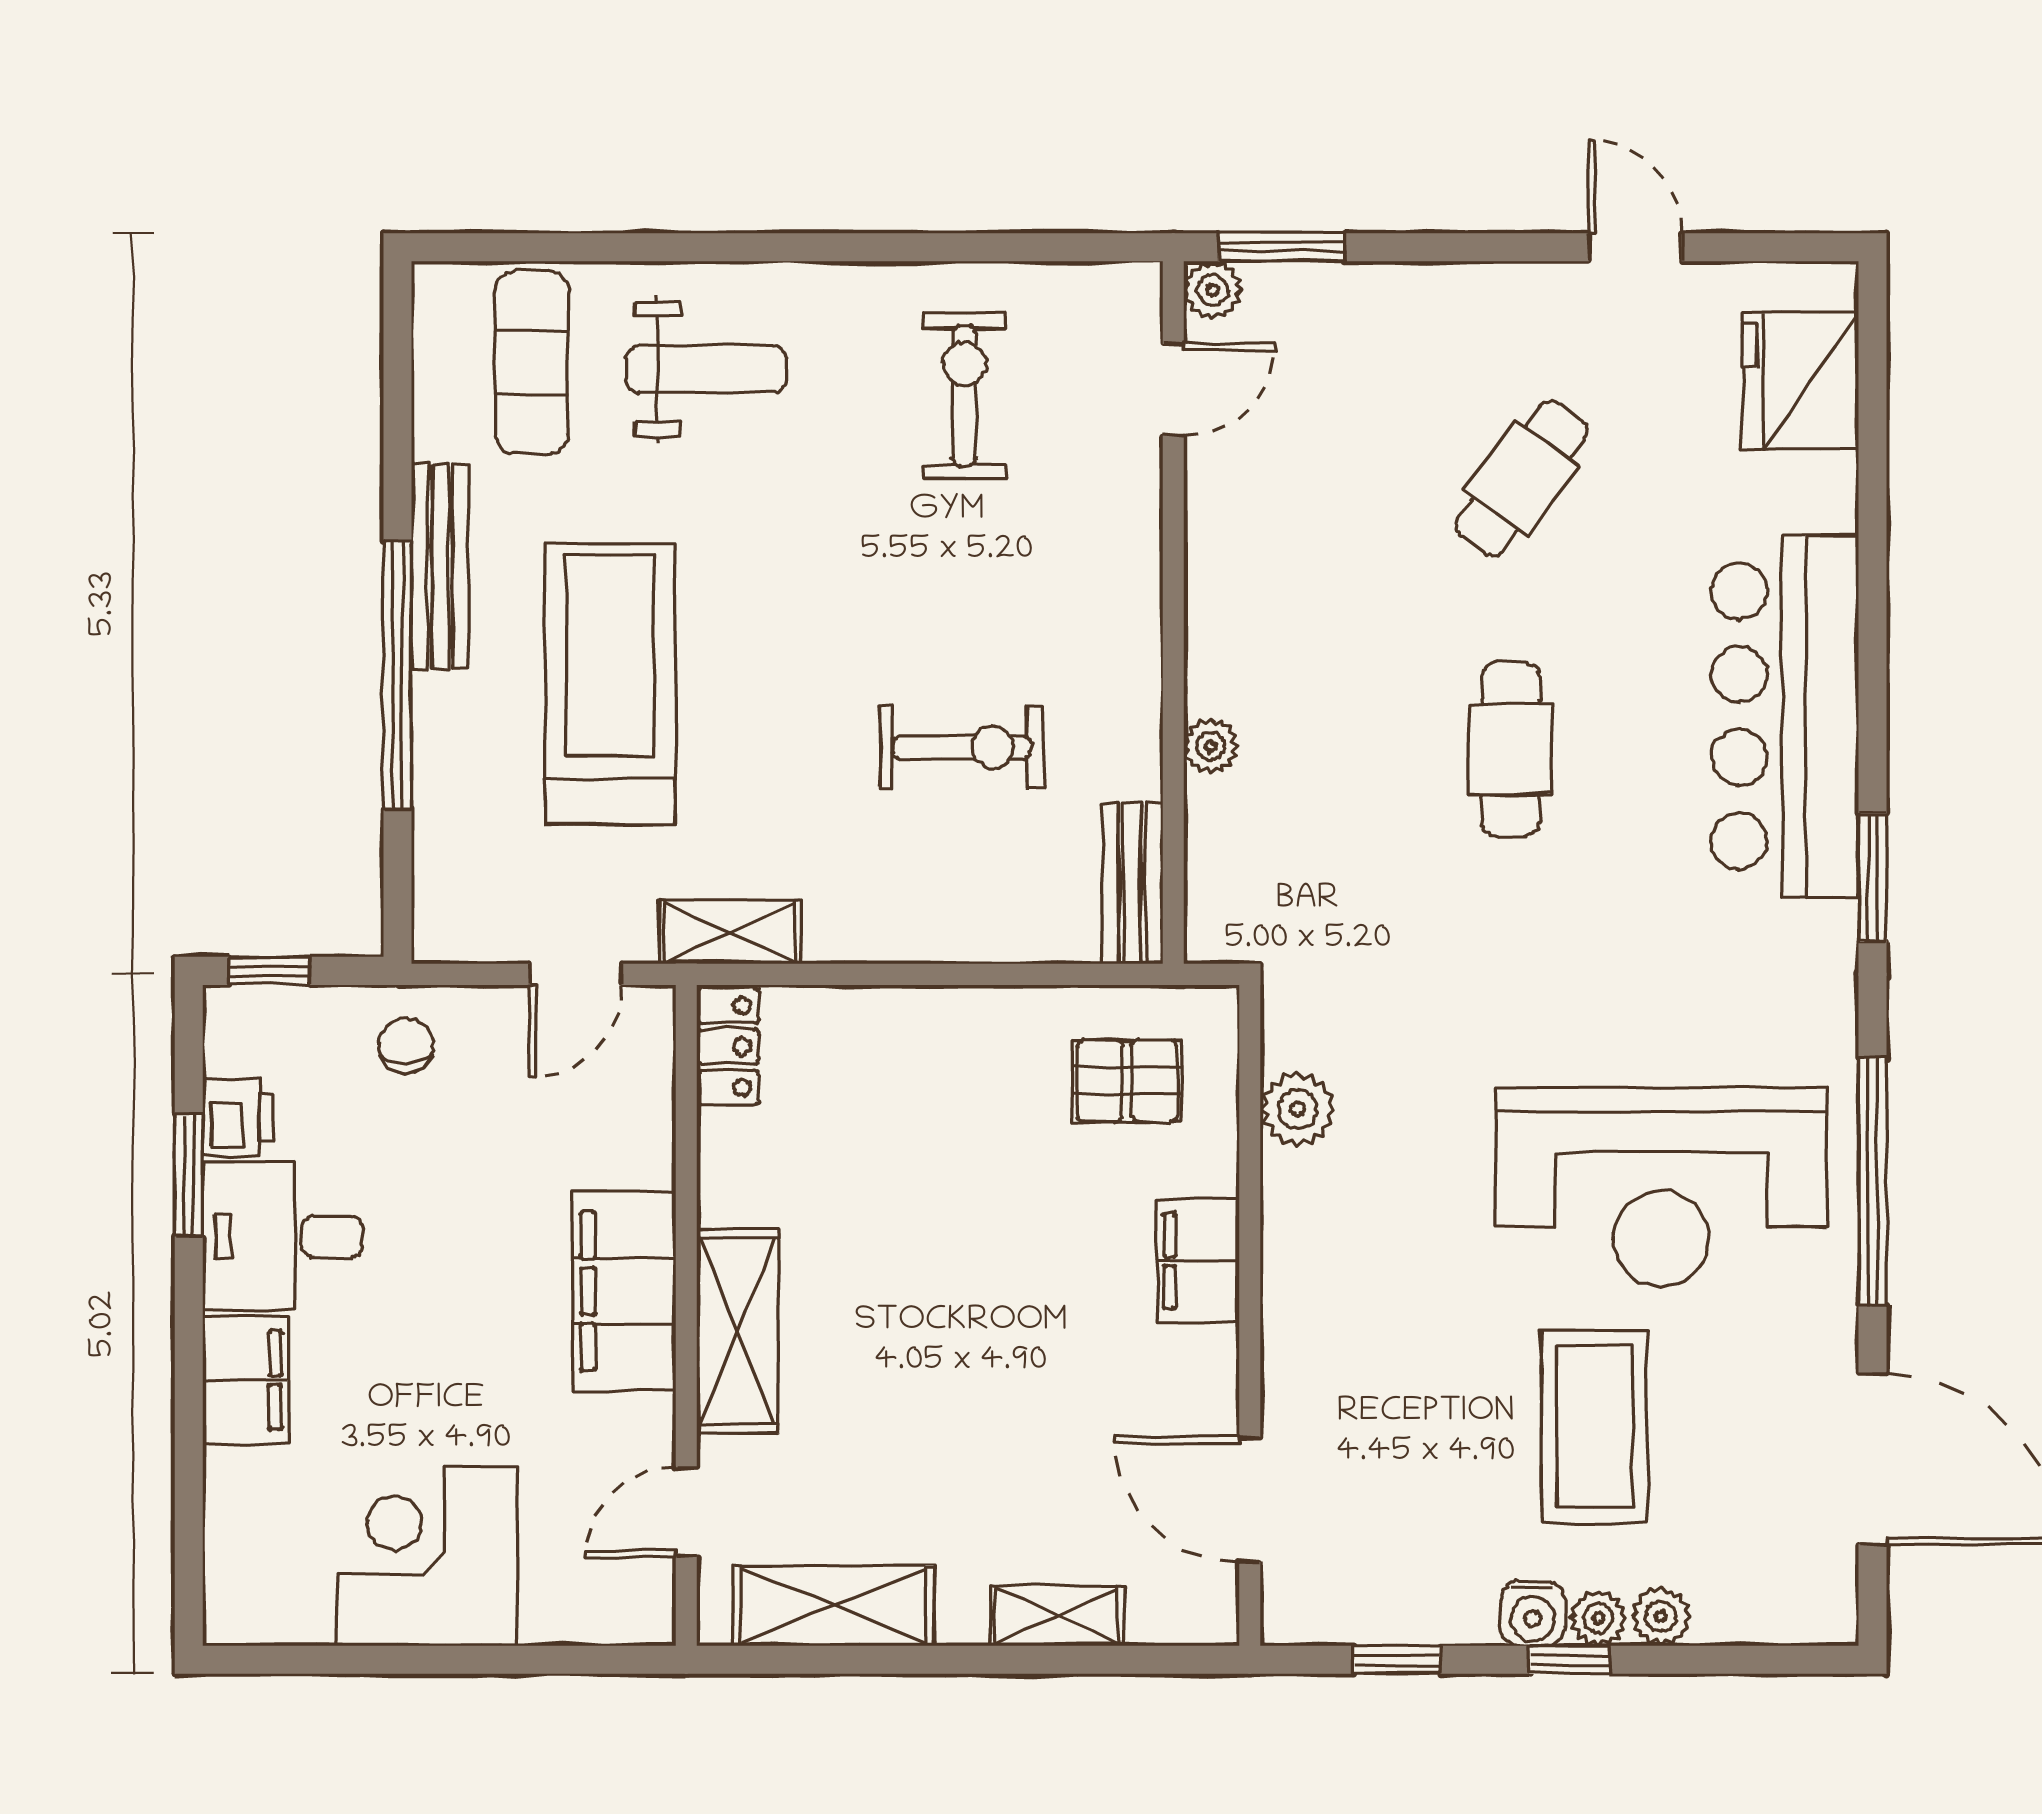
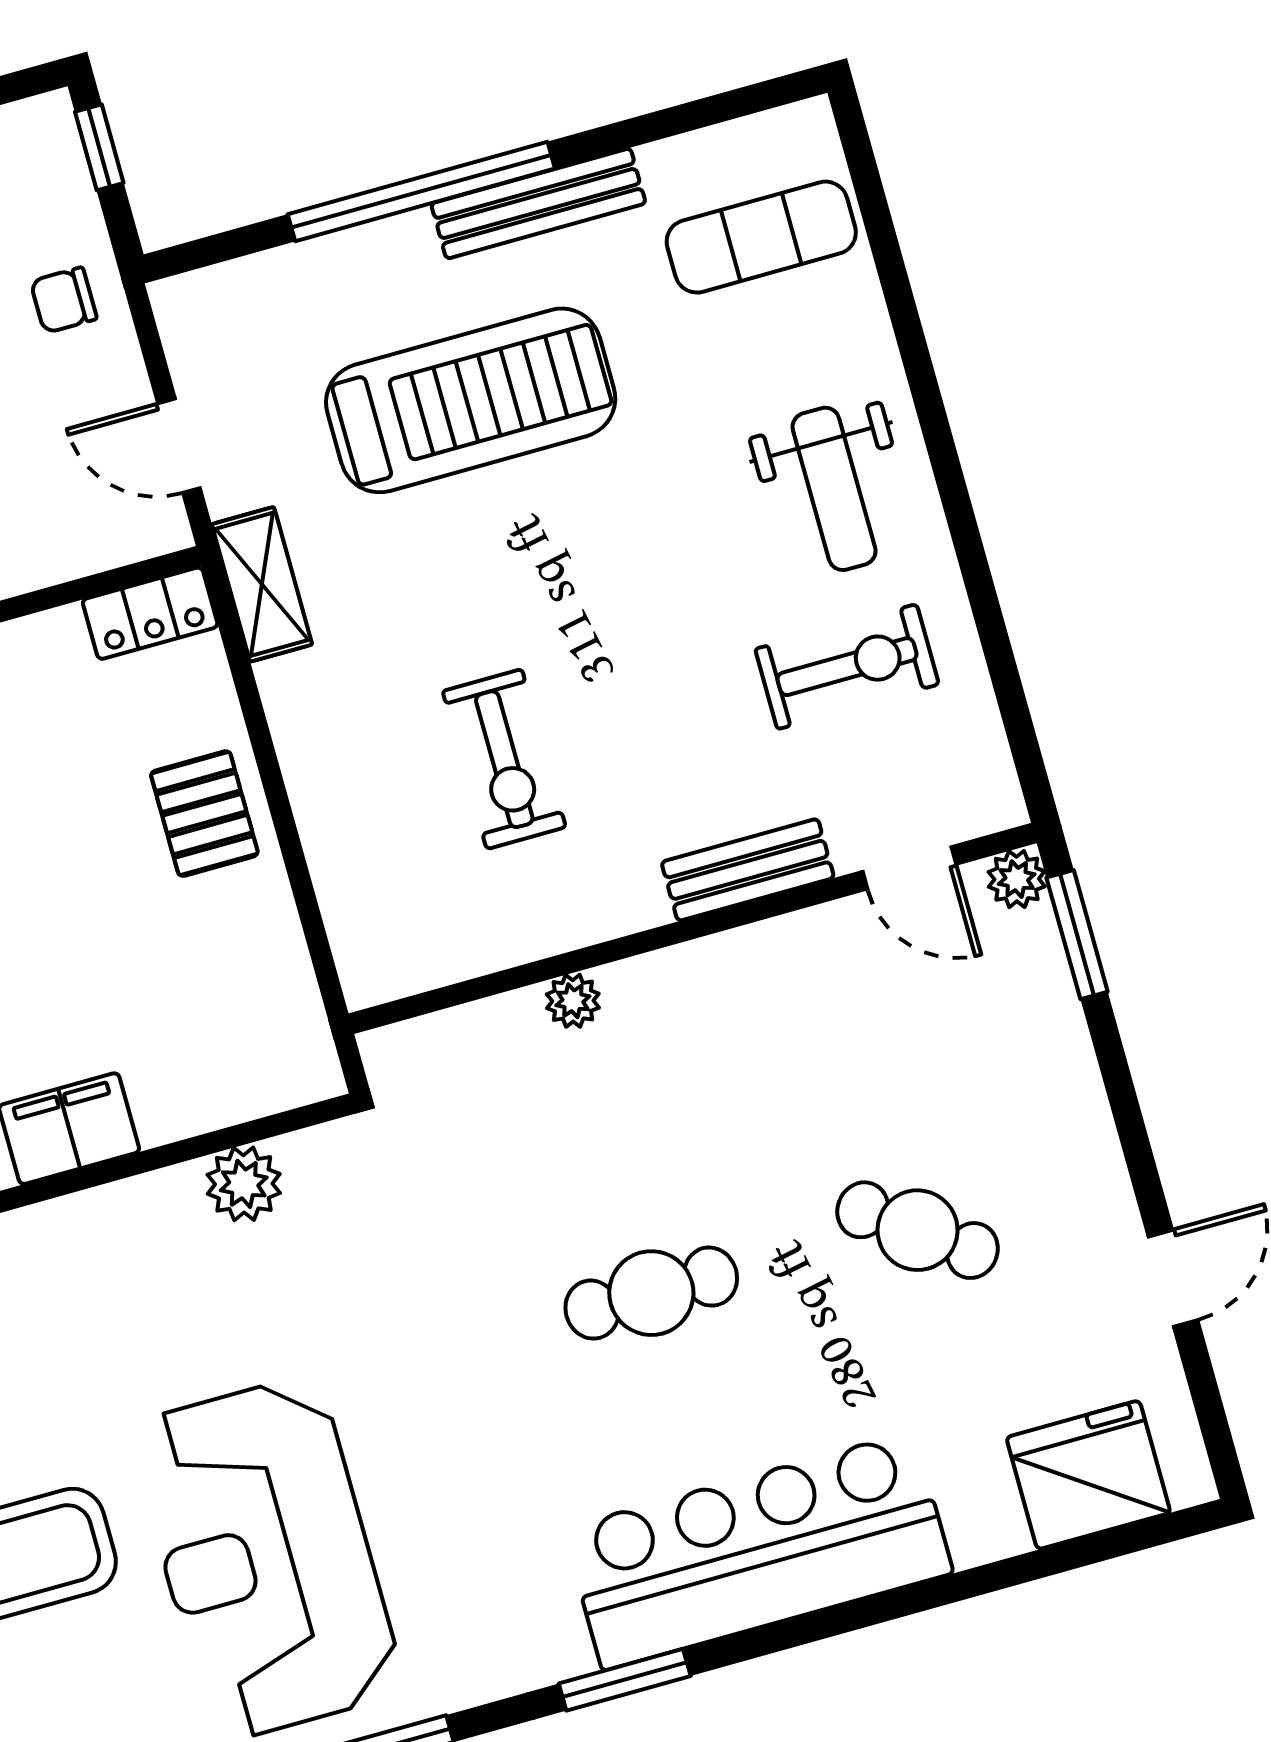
weight bench: (706, 369) -> (834, 489), moved
bench: (1132, 883) -> (748, 870), moved
chair: (406, 1046) -> (64, 300), turned 180
pallet: (1127, 1081) -> (204, 814), moved

